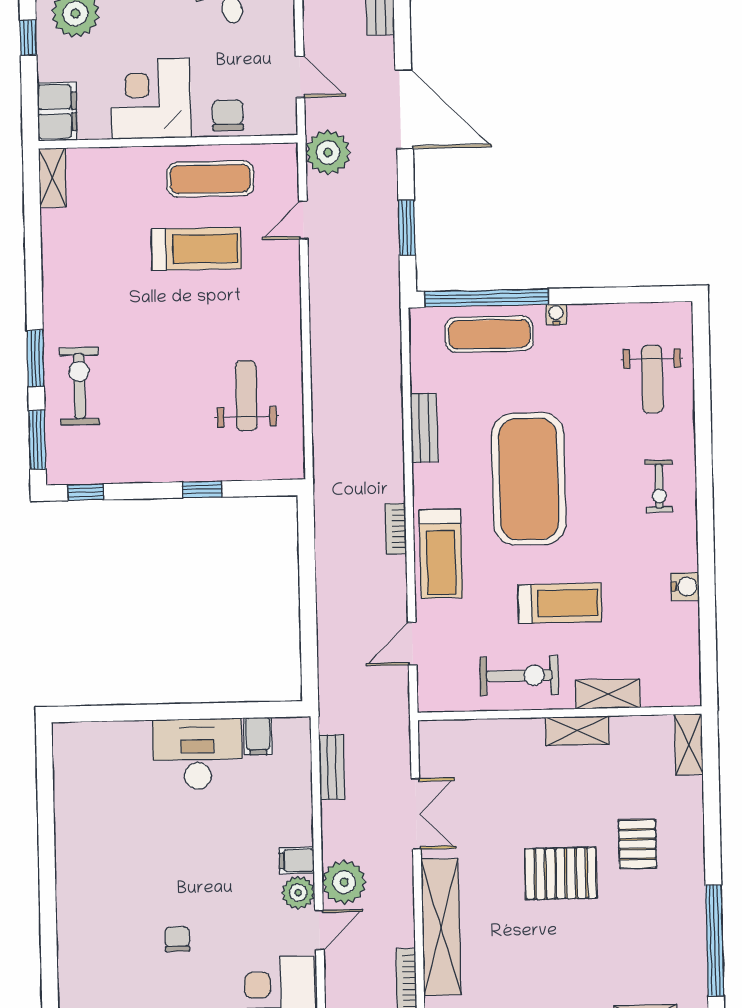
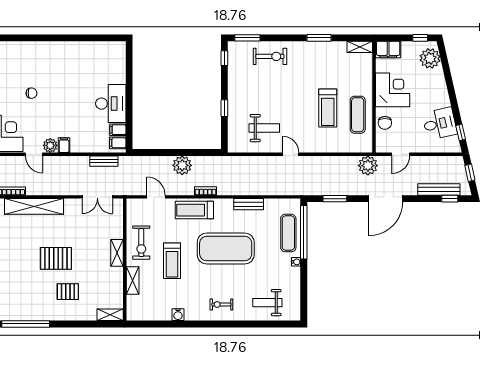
chair: (228, 115) -> (385, 123), turned 90
door: (303, 220) -> (291, 154), moved
window: (35, 358) -> (319, 38), moved
shelving: (577, 731) -> (117, 253), moved
filing cabinet: (288, 736) -> (118, 143), added
double door: (416, 814) -> (97, 197), moved
pallet: (561, 873) -> (56, 258), turned 90
plant: (344, 882) -> (182, 165), moved

